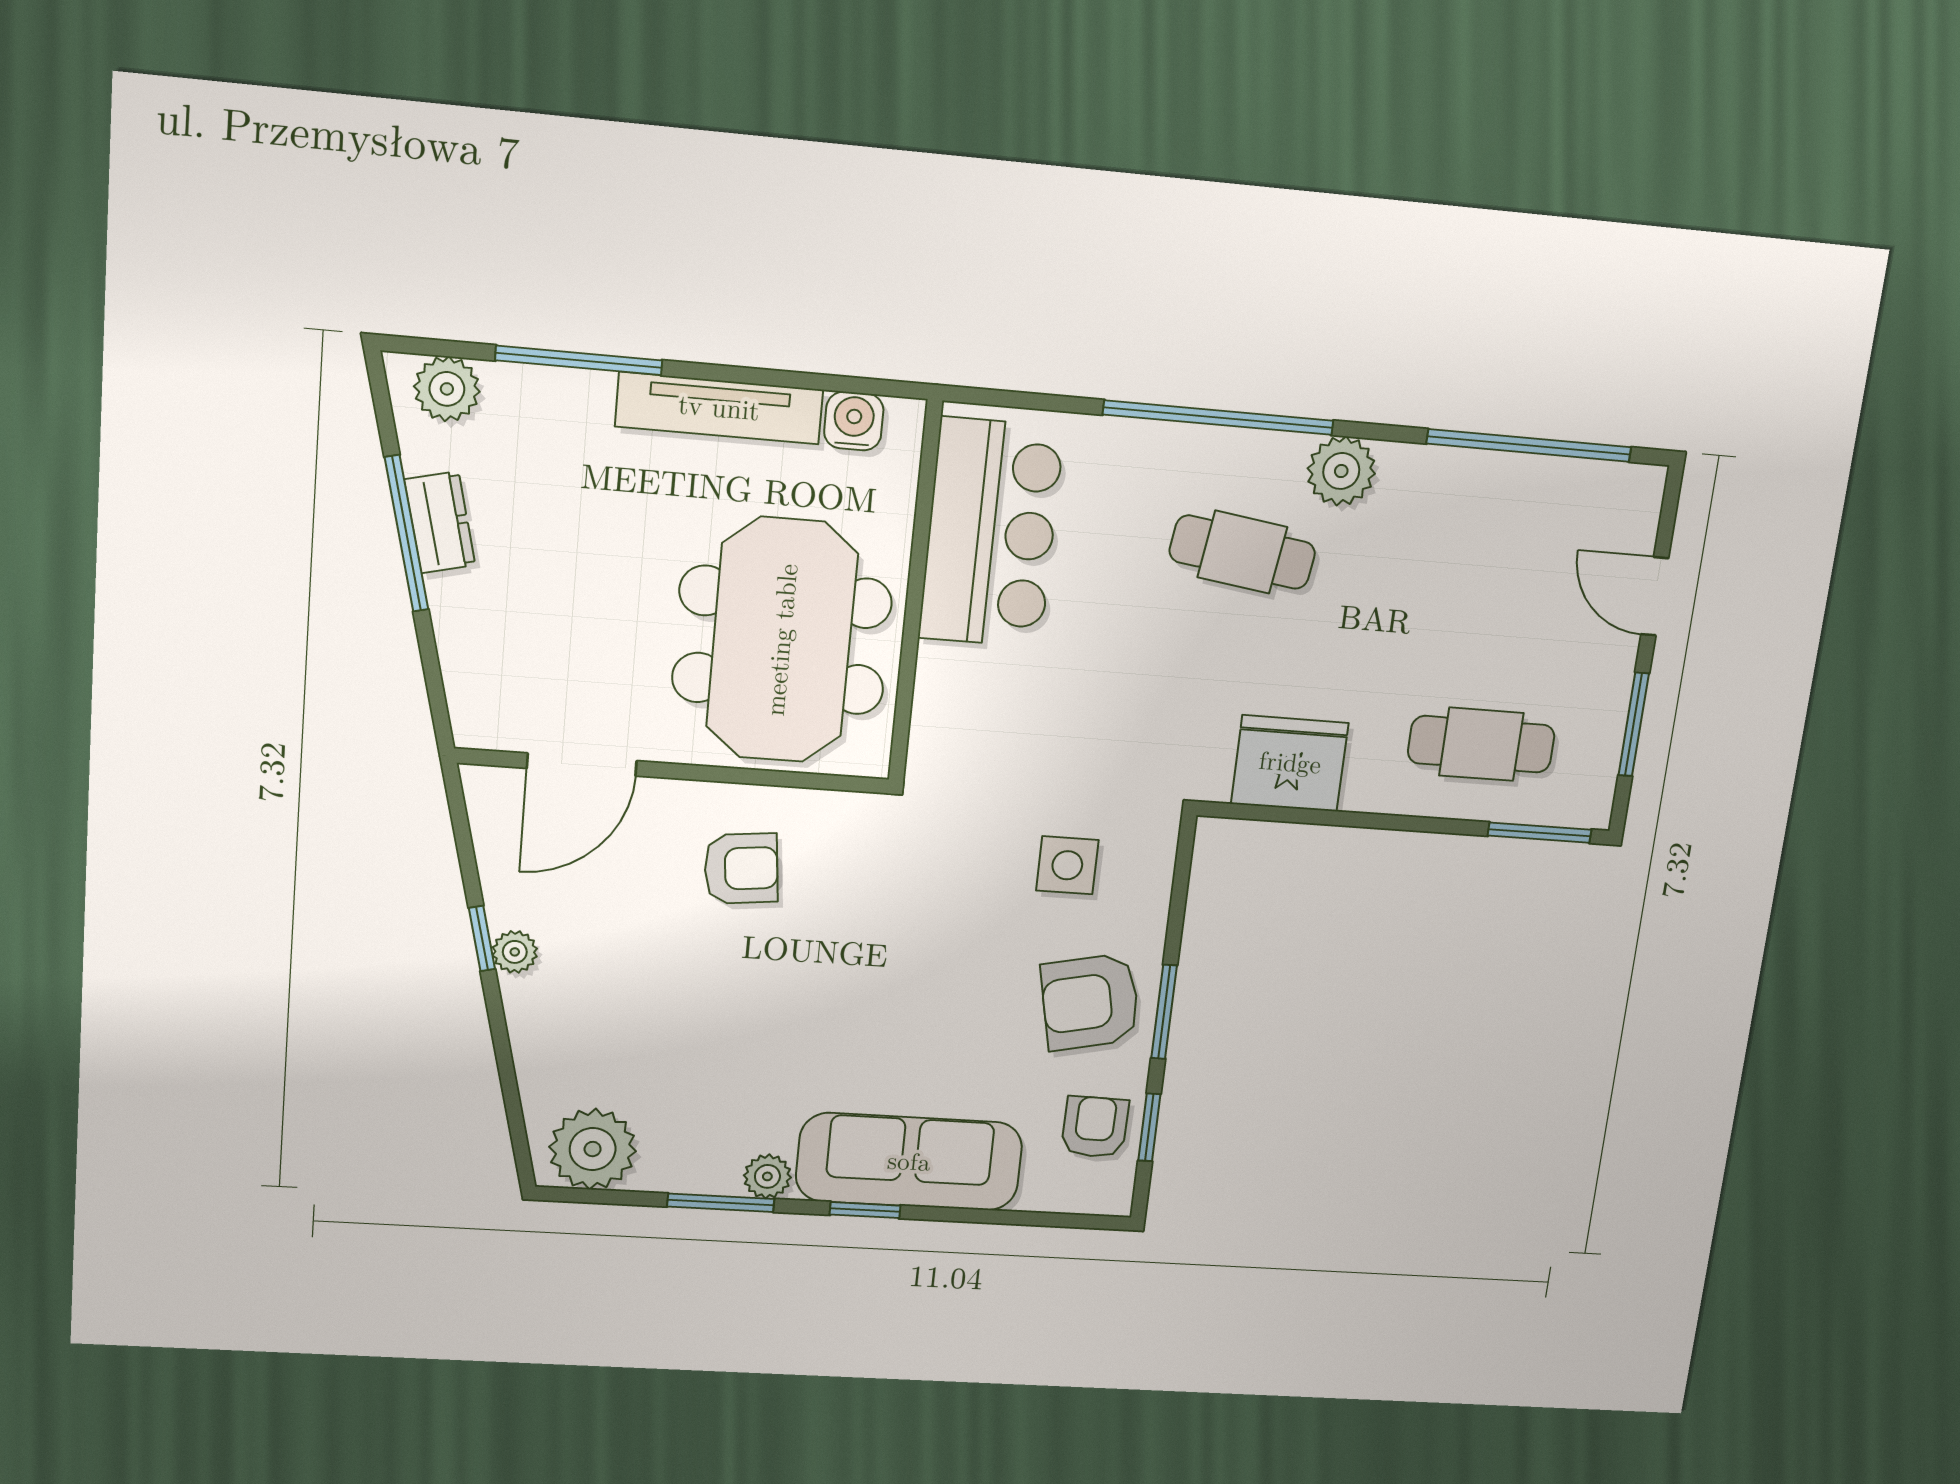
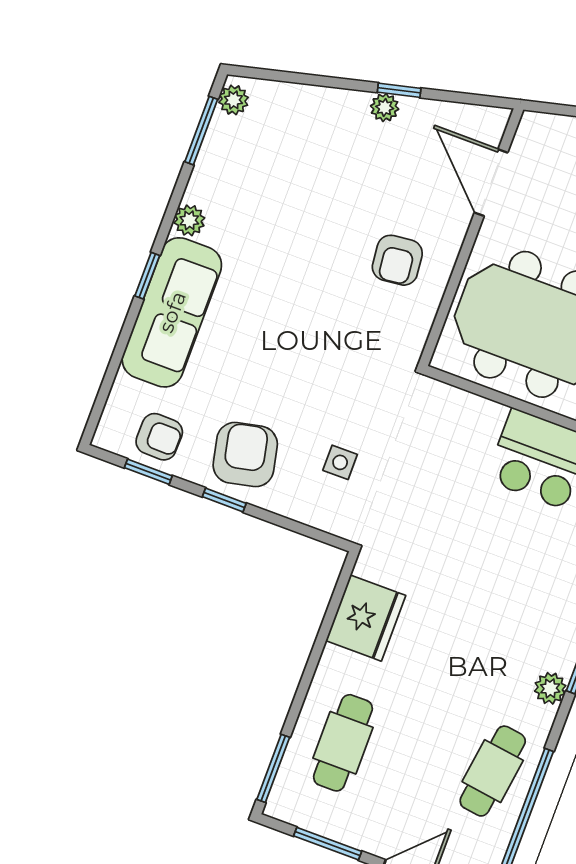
plant: (1341, 471) -> (550, 688), width x0.73, depth x0.73
cafe table: (1242, 552) -> (493, 771), moved
side table: (1067, 865) -> (340, 462), width x0.73, depth x0.73
window: (1164, 1012) -> (224, 500), width x0.67
plant: (593, 1149) -> (234, 100), width x0.53, depth x0.53
window: (721, 1203) -> (201, 131), moved

